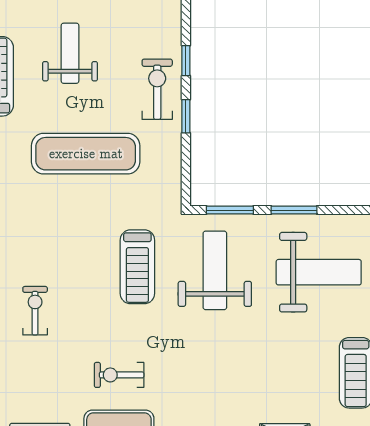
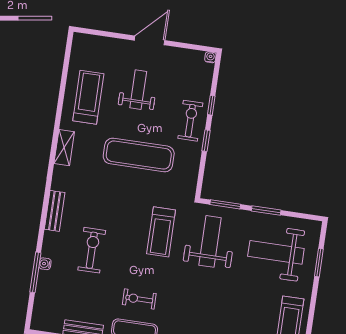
weight bench: (319, 272) -> (276, 252), turned 180
exercise bike: (35, 311) -> (92, 250), width x1.38, depth x1.39

